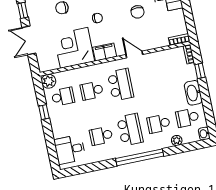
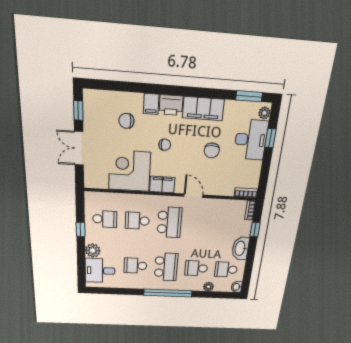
plant: (49, 81) -> (93, 251), moved

